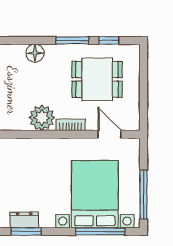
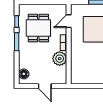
floor lamp: (35, 53) -> (24, 74), moved

